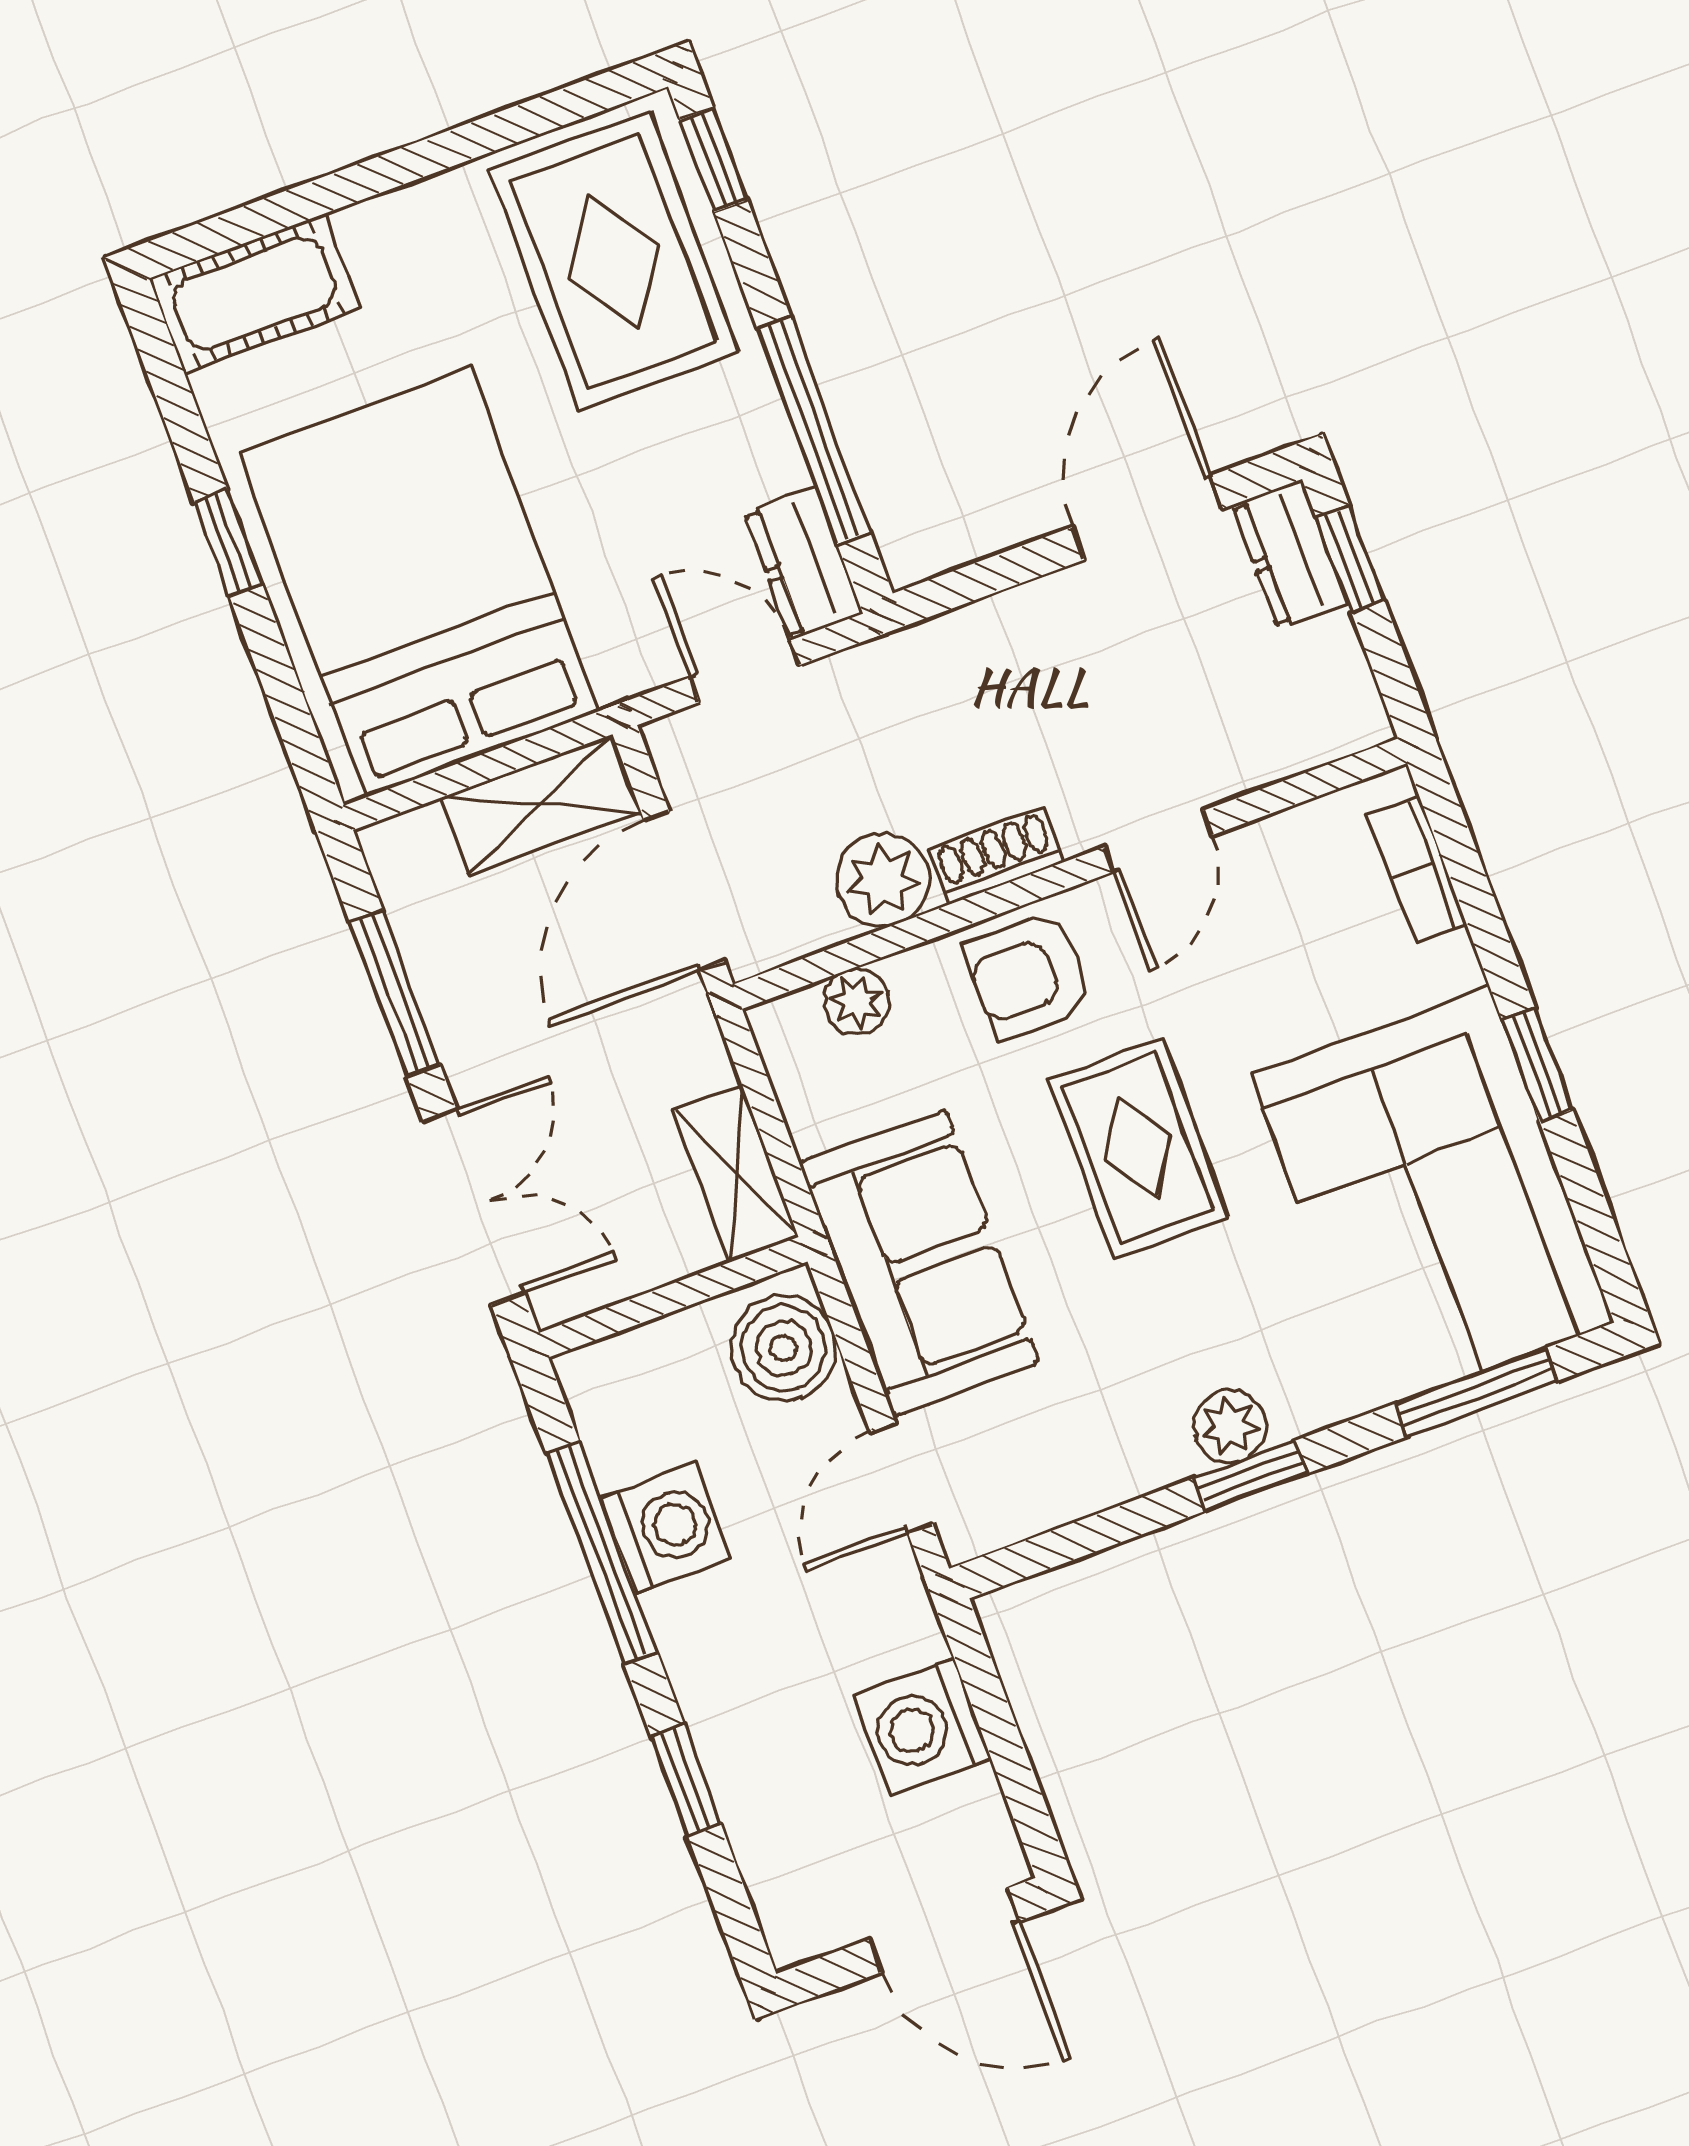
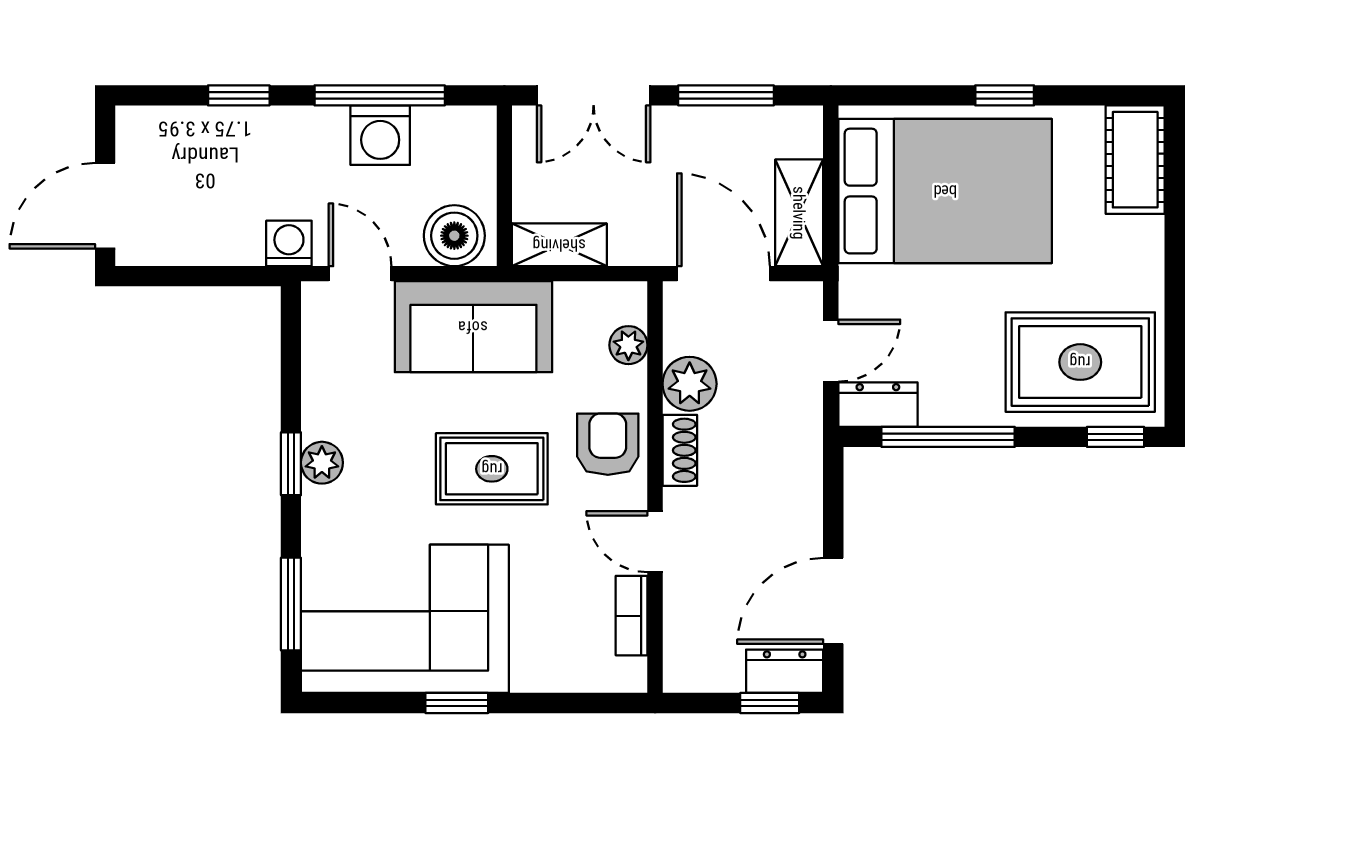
door: (1148, 518) -> (833, 601), swing flipped
bookcase: (1417, 869) -> (632, 616), moved, turned -90
washing machine: (922, 1727) -> (289, 243), moved, width x0.73, depth x0.73

